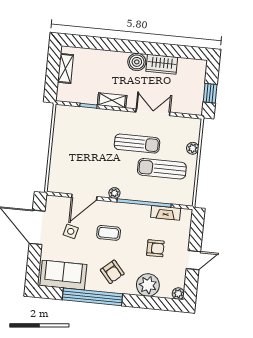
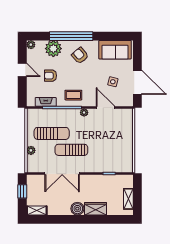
wardrobe: (162, 64) -> (96, 209), moved
shelving: (112, 100) -> (37, 210), moved
double door: (153, 112) -> (62, 174), width x1.37
door: (84, 197) -> (105, 107), hinge flipped
coffee table: (109, 233) -> (73, 95), moved
door: (193, 260) -> (22, 70), swing flipped
window: (92, 297) -> (71, 36), moved

